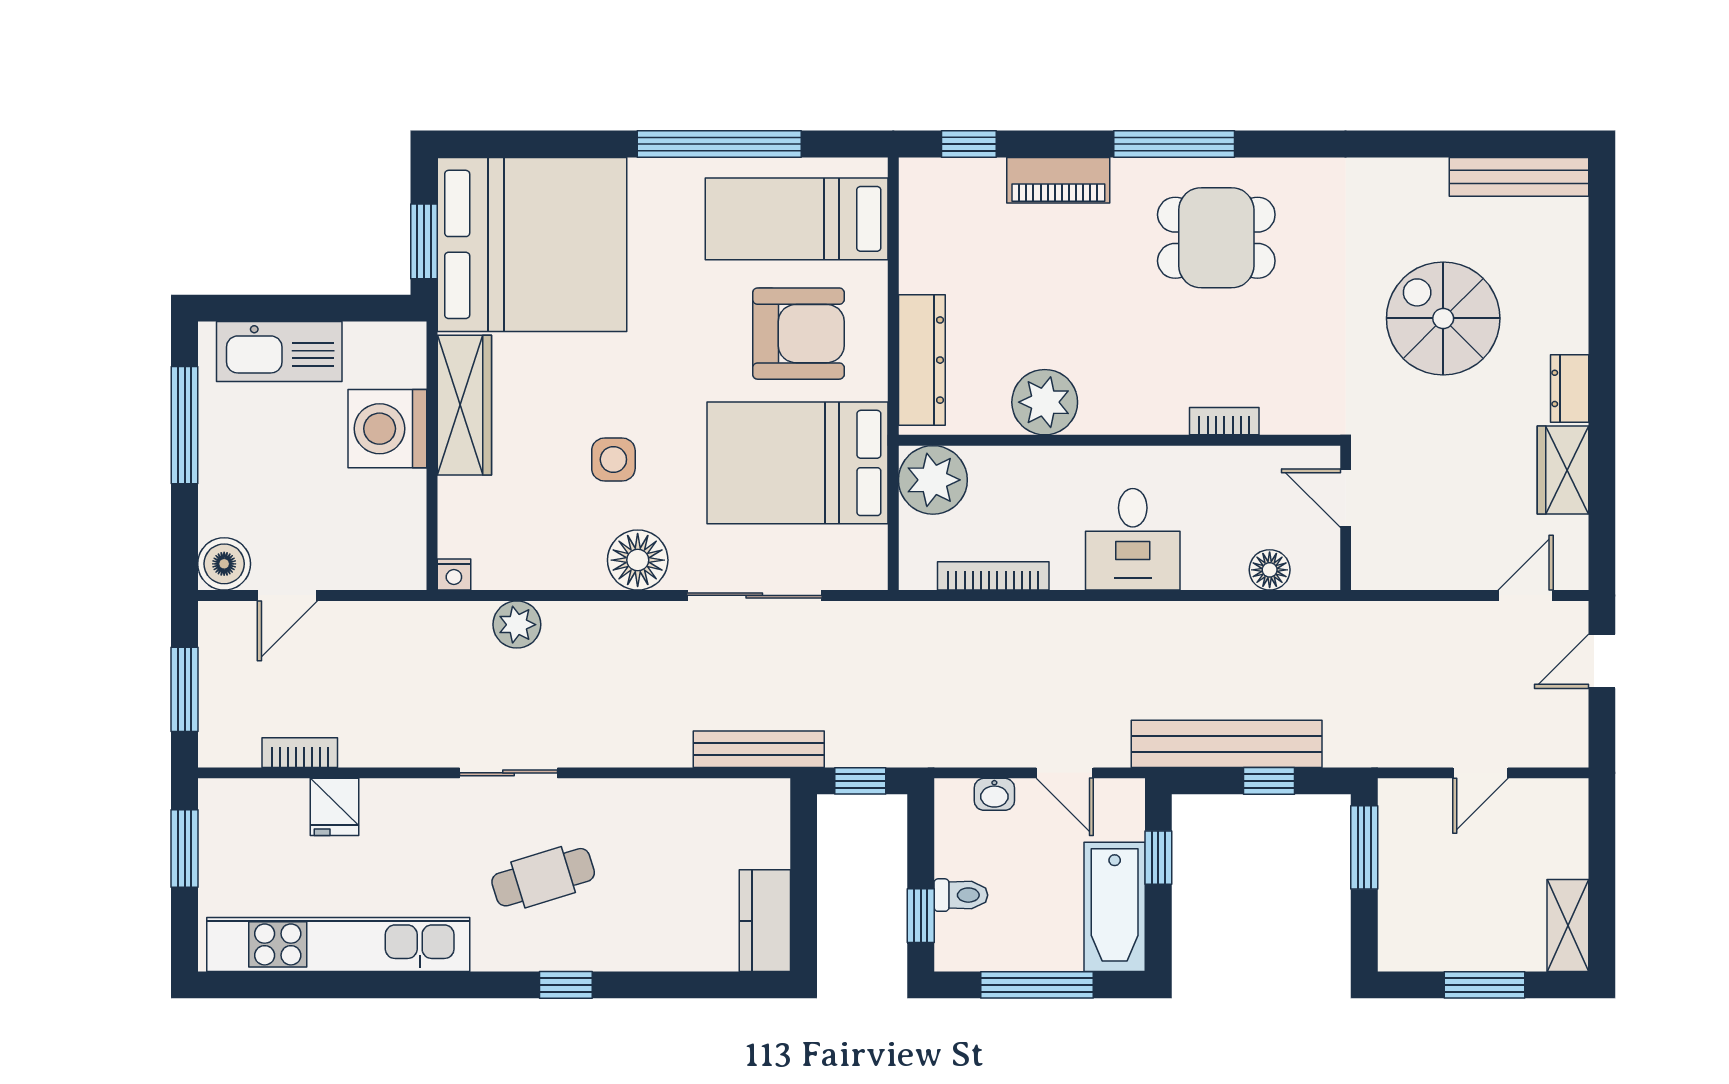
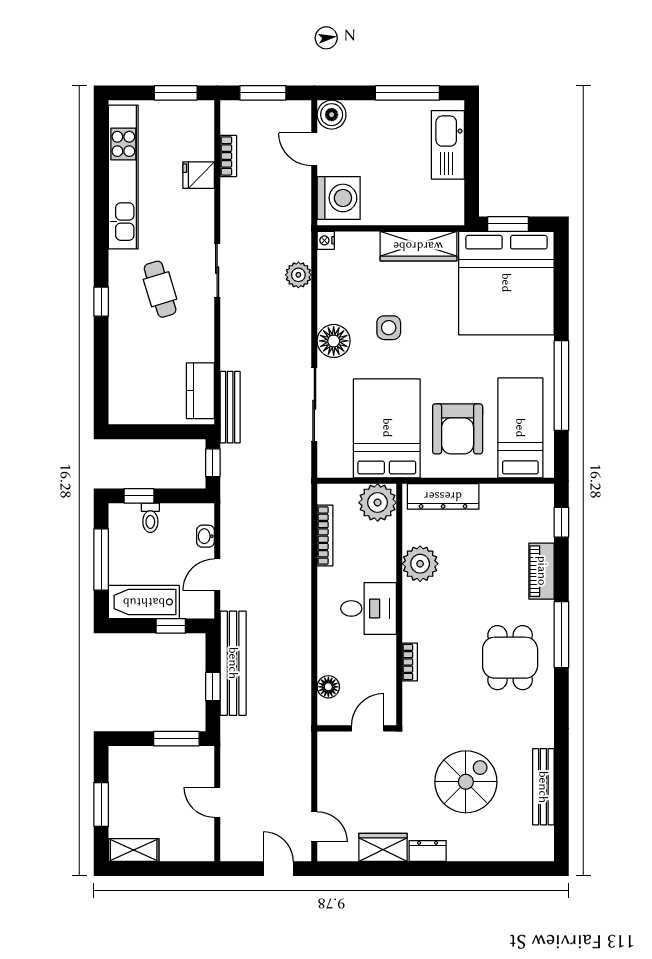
bench: (1519, 177) -> (543, 787), moved
washing machine: (387, 429) -> (339, 198), moved, turned 90
desk: (1133, 539) -> (368, 608), moved, turned 180
kitchen counter: (765, 921) -> (200, 391), moved, turned -90

